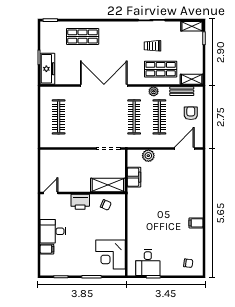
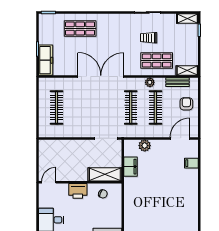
filing cabinet: (196, 223) -> (191, 163), moved

